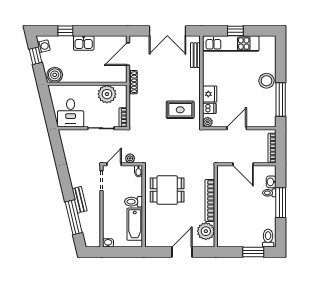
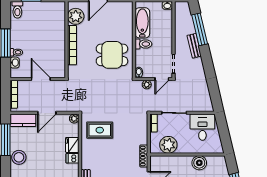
boiler: (55, 75) -> (199, 163), moved
dishwasher: (209, 108) -> (73, 158), moved
kitchen counter: (262, 120) -> (23, 120), added

